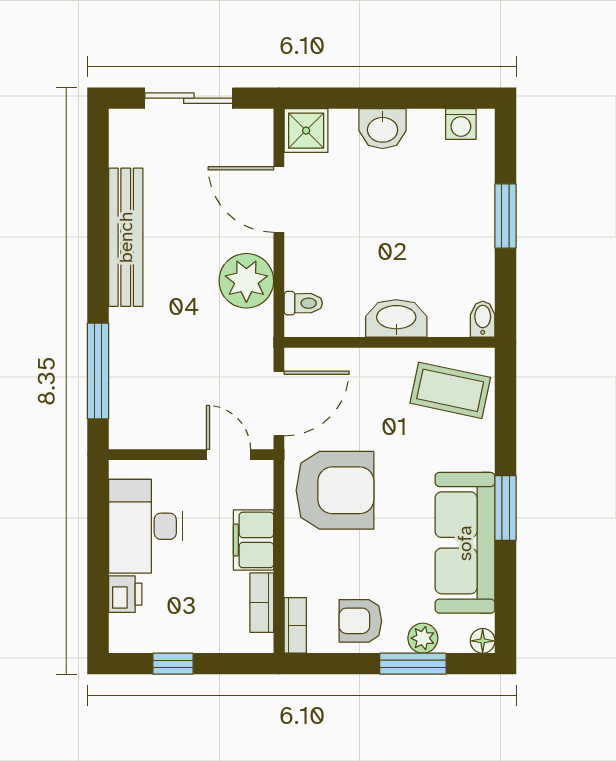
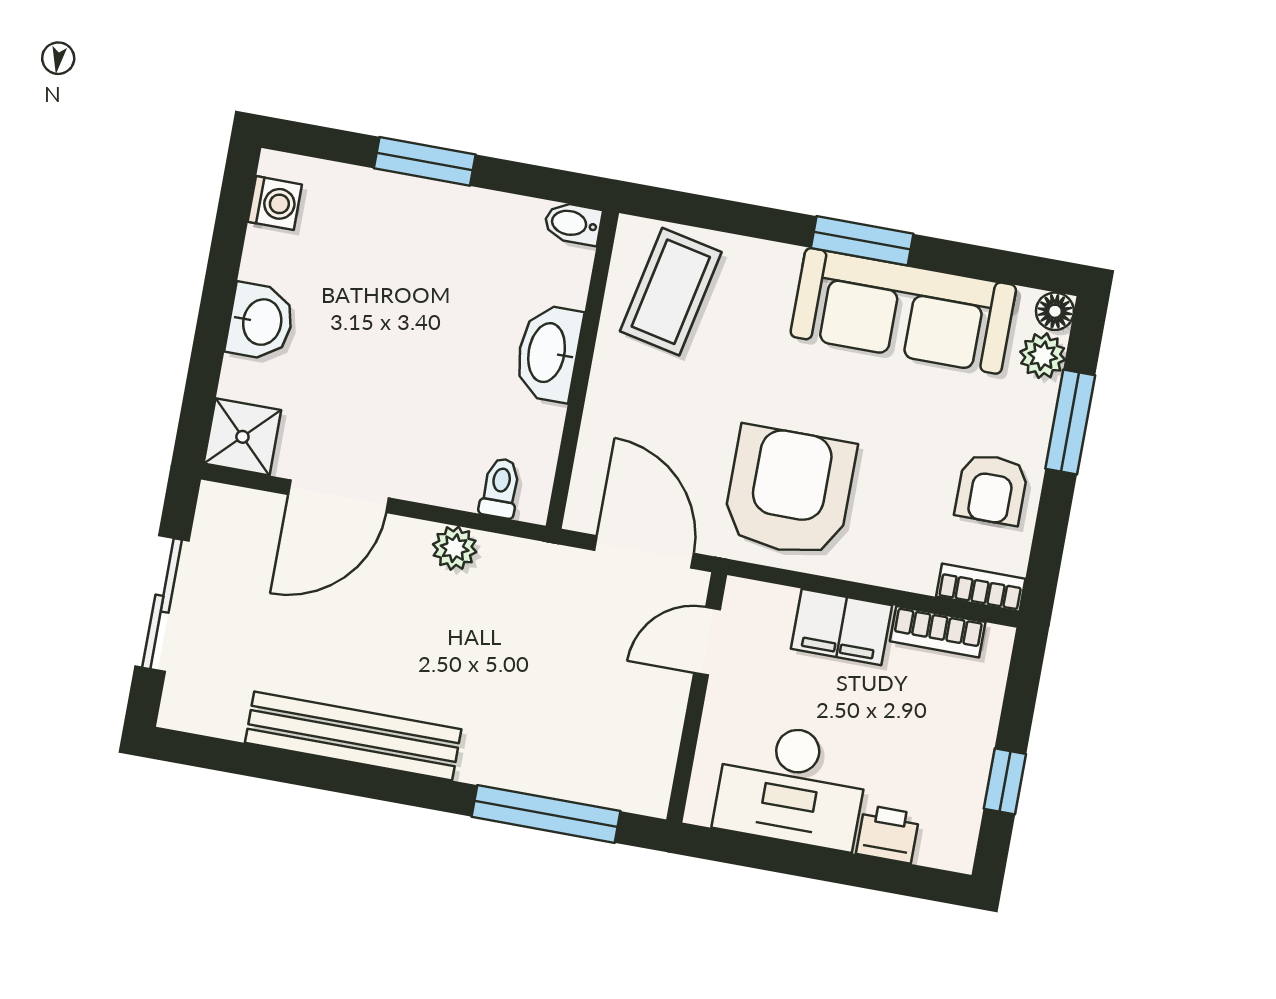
plant: (246, 281) -> (455, 548), width x0.53, depth x0.53
plant: (423, 638) -> (1043, 356), moved

